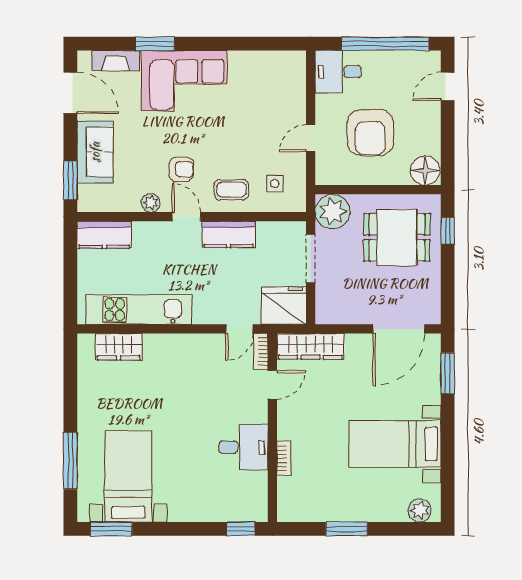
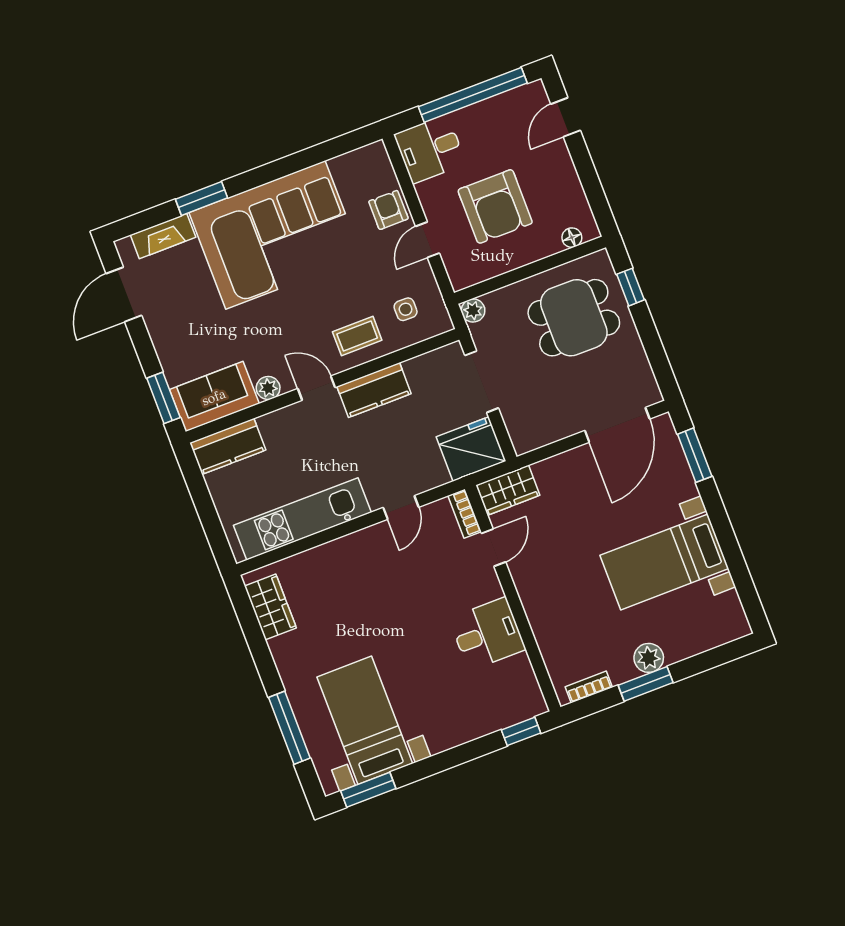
corner sofa: (184, 81) -> (275, 235), width x1.36, depth x1.36
door: (70, 93) -> (124, 294), swing flipped
sofa: (95, 152) -> (214, 397), moved, turned -90
armchair: (181, 169) -> (388, 210), moved, turned -90
floor lamp: (425, 171) -> (572, 238), width x0.53, depth x0.53
plant: (333, 212) -> (473, 310), width x0.53, depth x0.53
door: (239, 329) -> (401, 507), moved
wardrobe: (310, 346) -> (508, 490), width x0.67
wardrobe: (119, 347) -> (270, 607), moved, turned -90
bookcase: (284, 458) -> (589, 687), moved, turned -90
plant: (420, 511) -> (649, 658), moved

